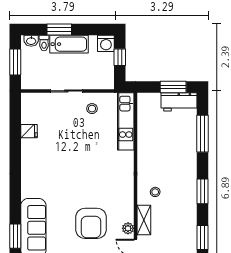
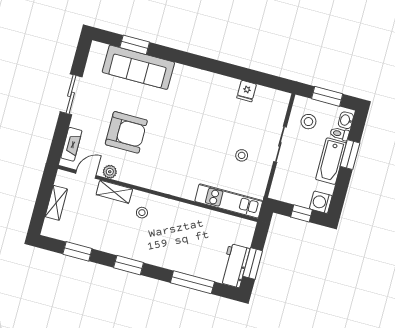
stool: (41, 72) -> (308, 122), added
stool: (92, 109) -> (242, 155), moved
armchair: (91, 223) -> (126, 132), turned 180

